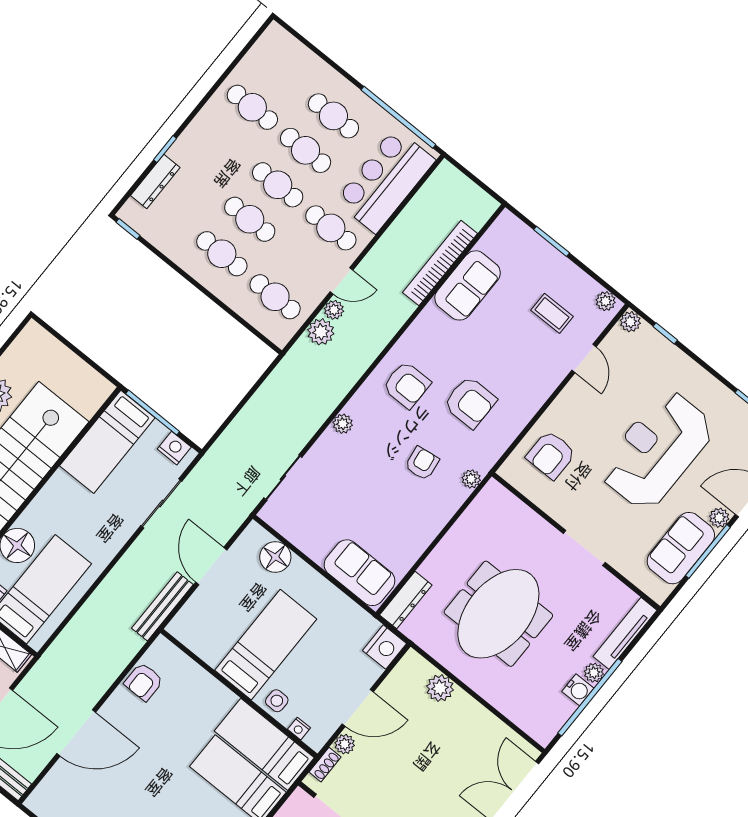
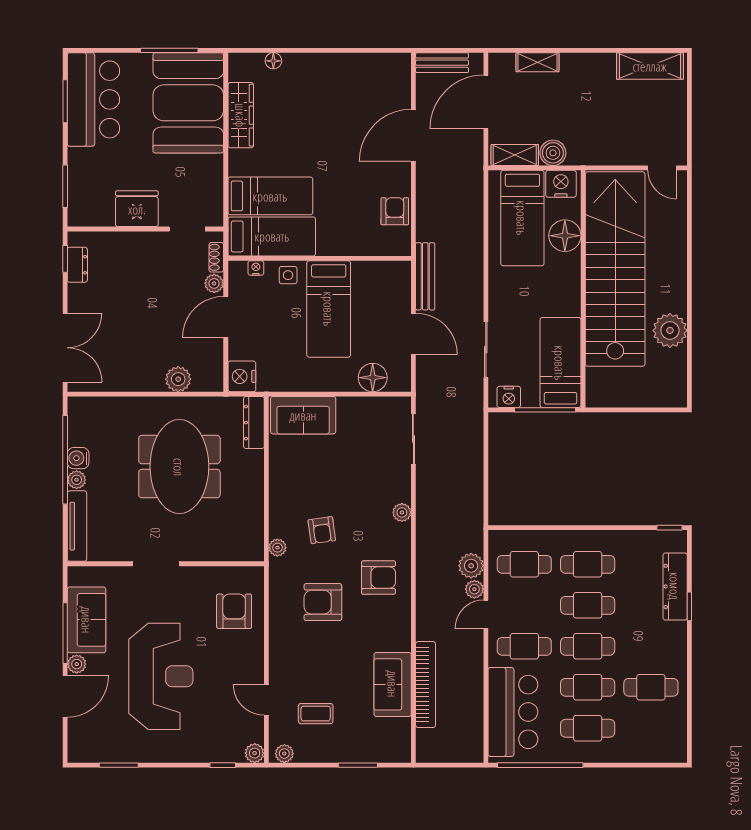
dresser: (155, 182) -> (675, 586), width x1.37, depth x1.24
armchair: (407, 385) -> (379, 578), turned 180

